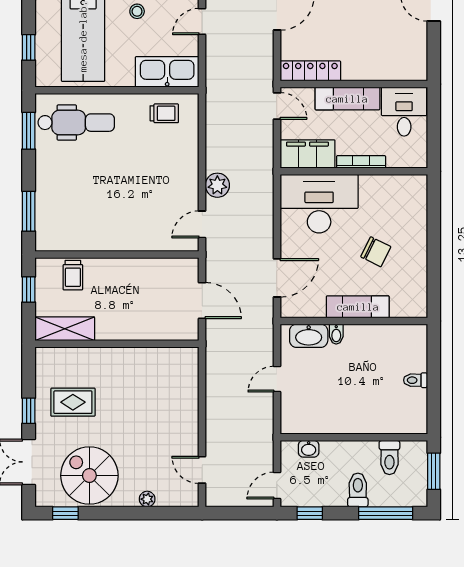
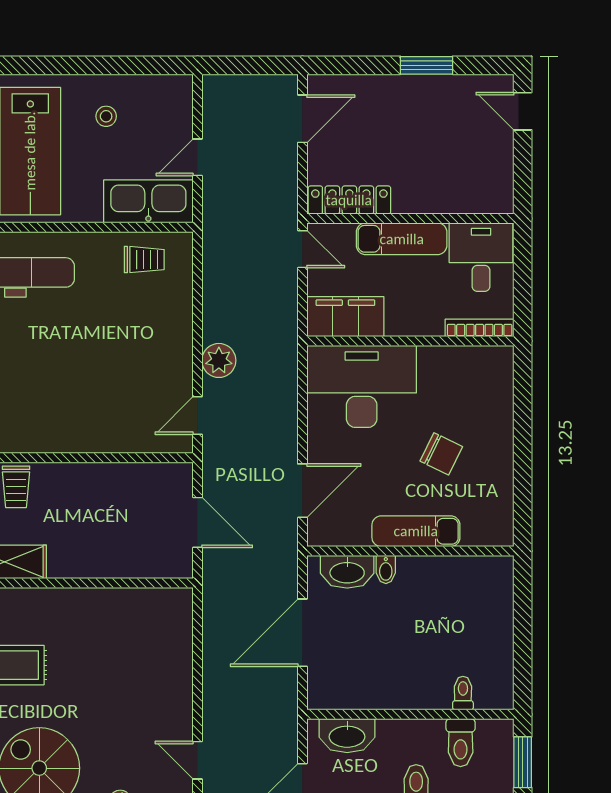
door: (202, 21) -> (197, 157), moved
bookcase: (361, 162) -> (480, 328), moved
door: (277, 379) -> (302, 633), width x1.88
toilet: (416, 380) -> (463, 693), moved, turned 90
washbasin: (309, 449) -> (347, 736), width x1.91, depth x1.45

